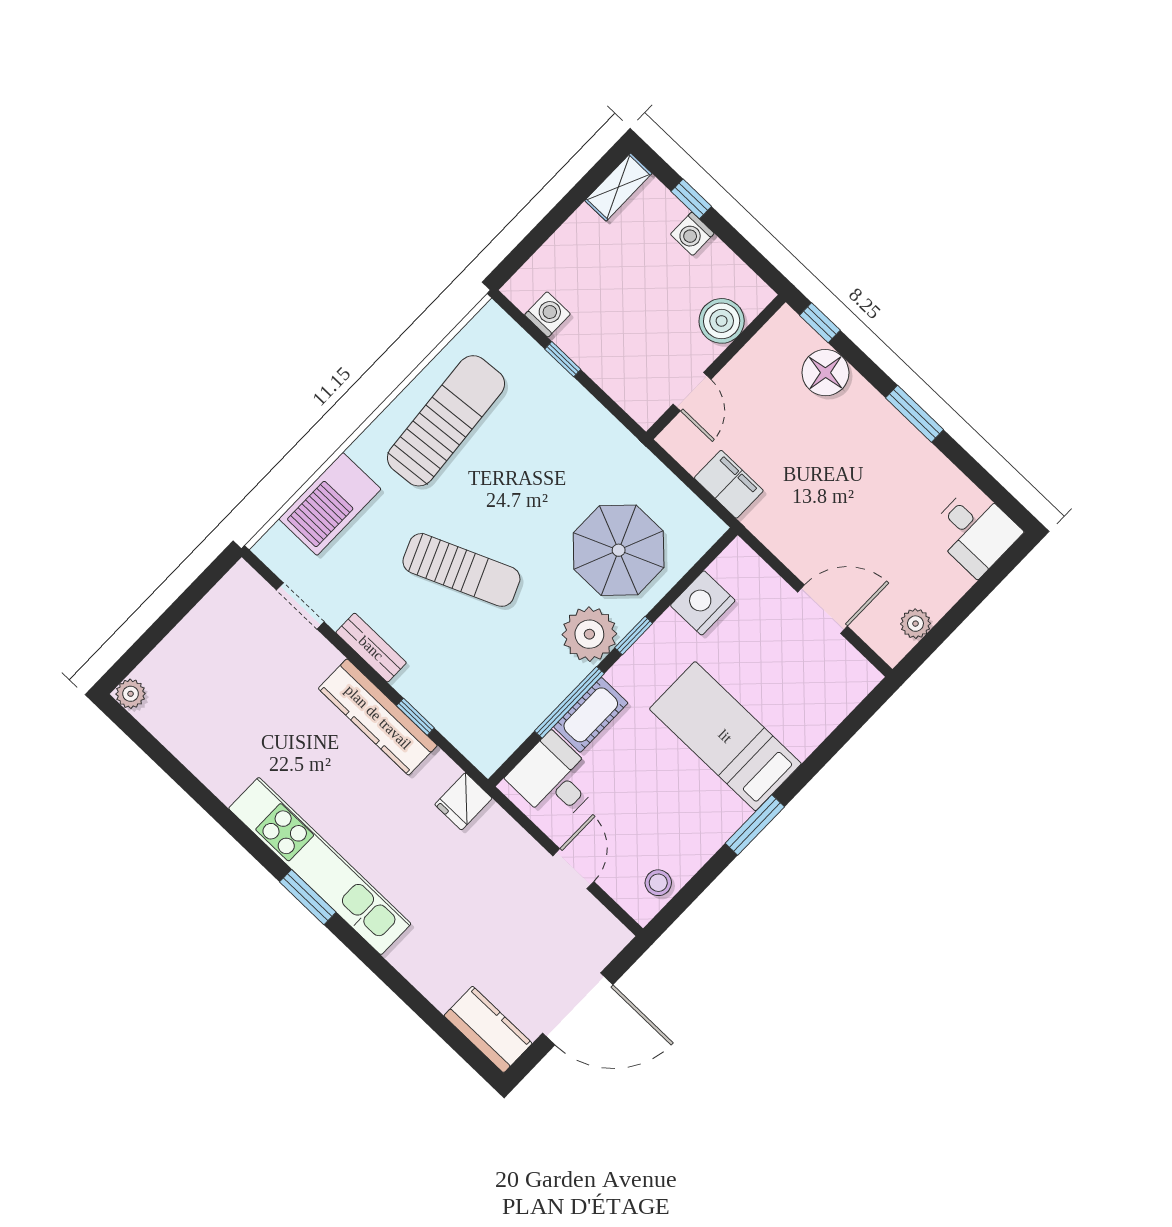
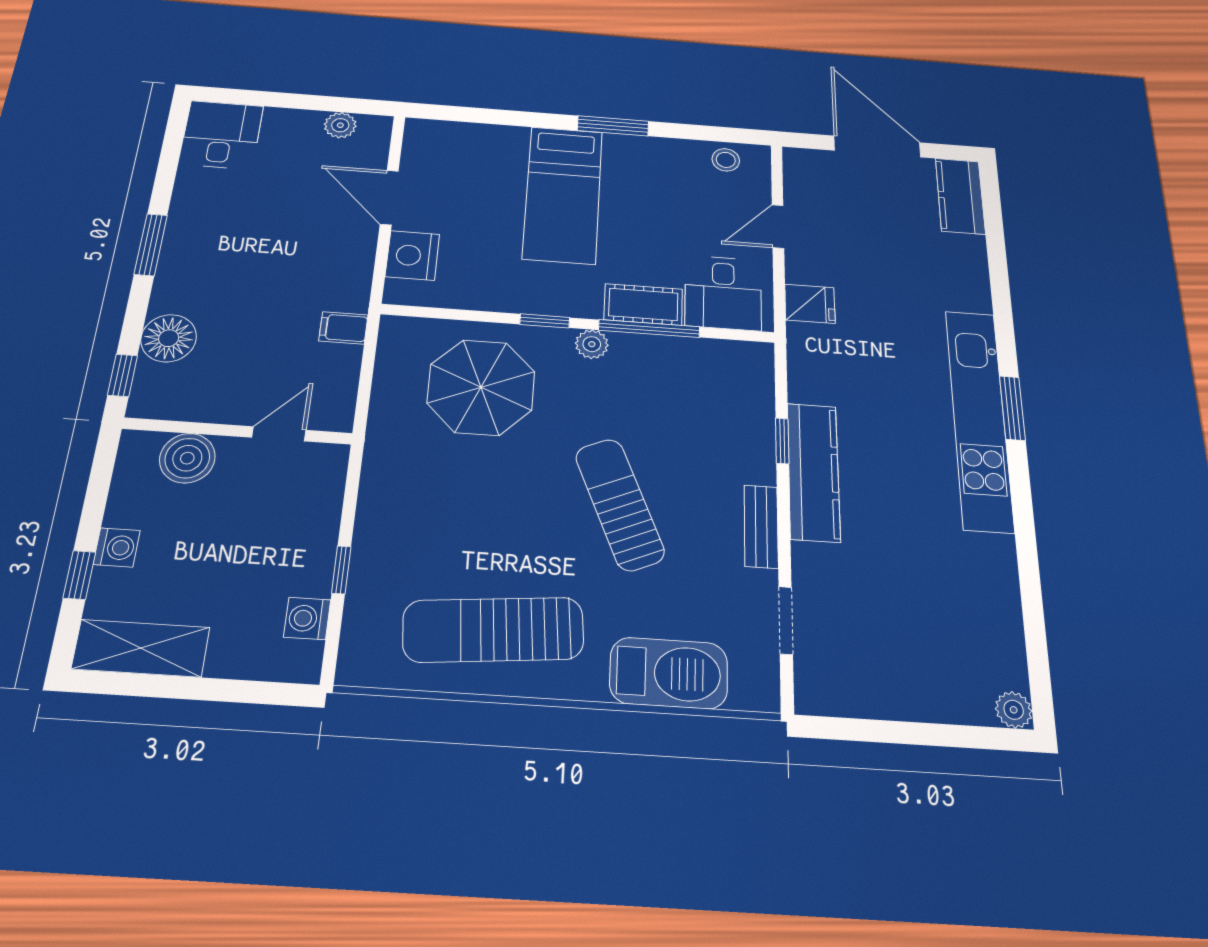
shelving: (618, 187) -> (141, 648), width x1.50, depth x1.33
filing cabinet: (729, 484) -> (343, 328), width x0.50
nightstand: (703, 603) -> (412, 255), moved, turned 90
plant: (589, 634) -> (592, 344), width x0.53, depth x0.53
fridge: (463, 801) -> (810, 304), moved

